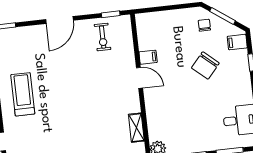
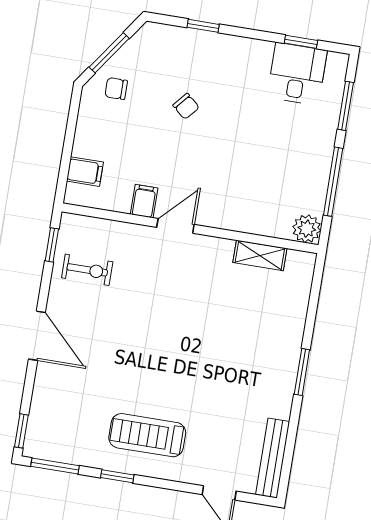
filing cabinet: (237, 42) -> (85, 172), moved, turned -90
chair: (205, 65) -> (186, 106), width x0.54, depth x0.54

